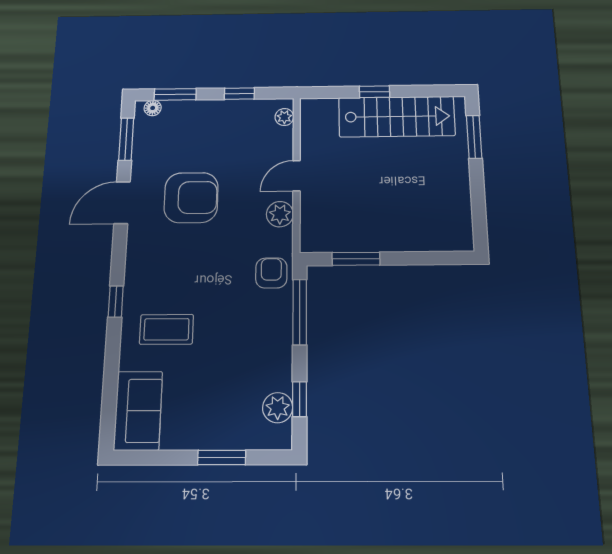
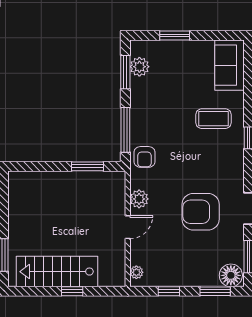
floor lamp: (153, 108) -> (231, 275), width x1.89, depth x1.89
window: (300, 399) -> (125, 72), width x1.50

